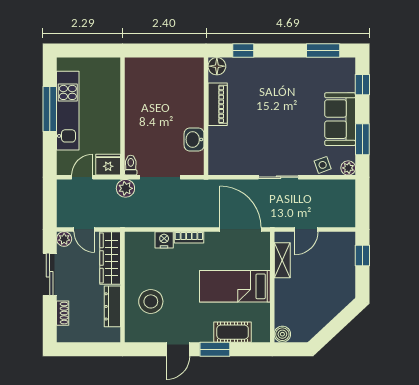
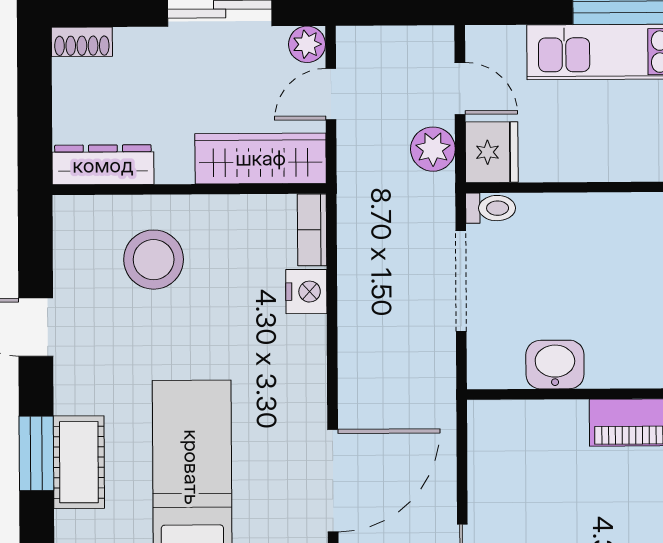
plant: (125, 188) -> (433, 149), moved
bookcase: (189, 237) -> (312, 230), moved
dresser: (112, 306) -> (103, 165), moved
shoe rack: (63, 313) -> (82, 42), moved
window: (215, 349) -> (36, 453), moved

